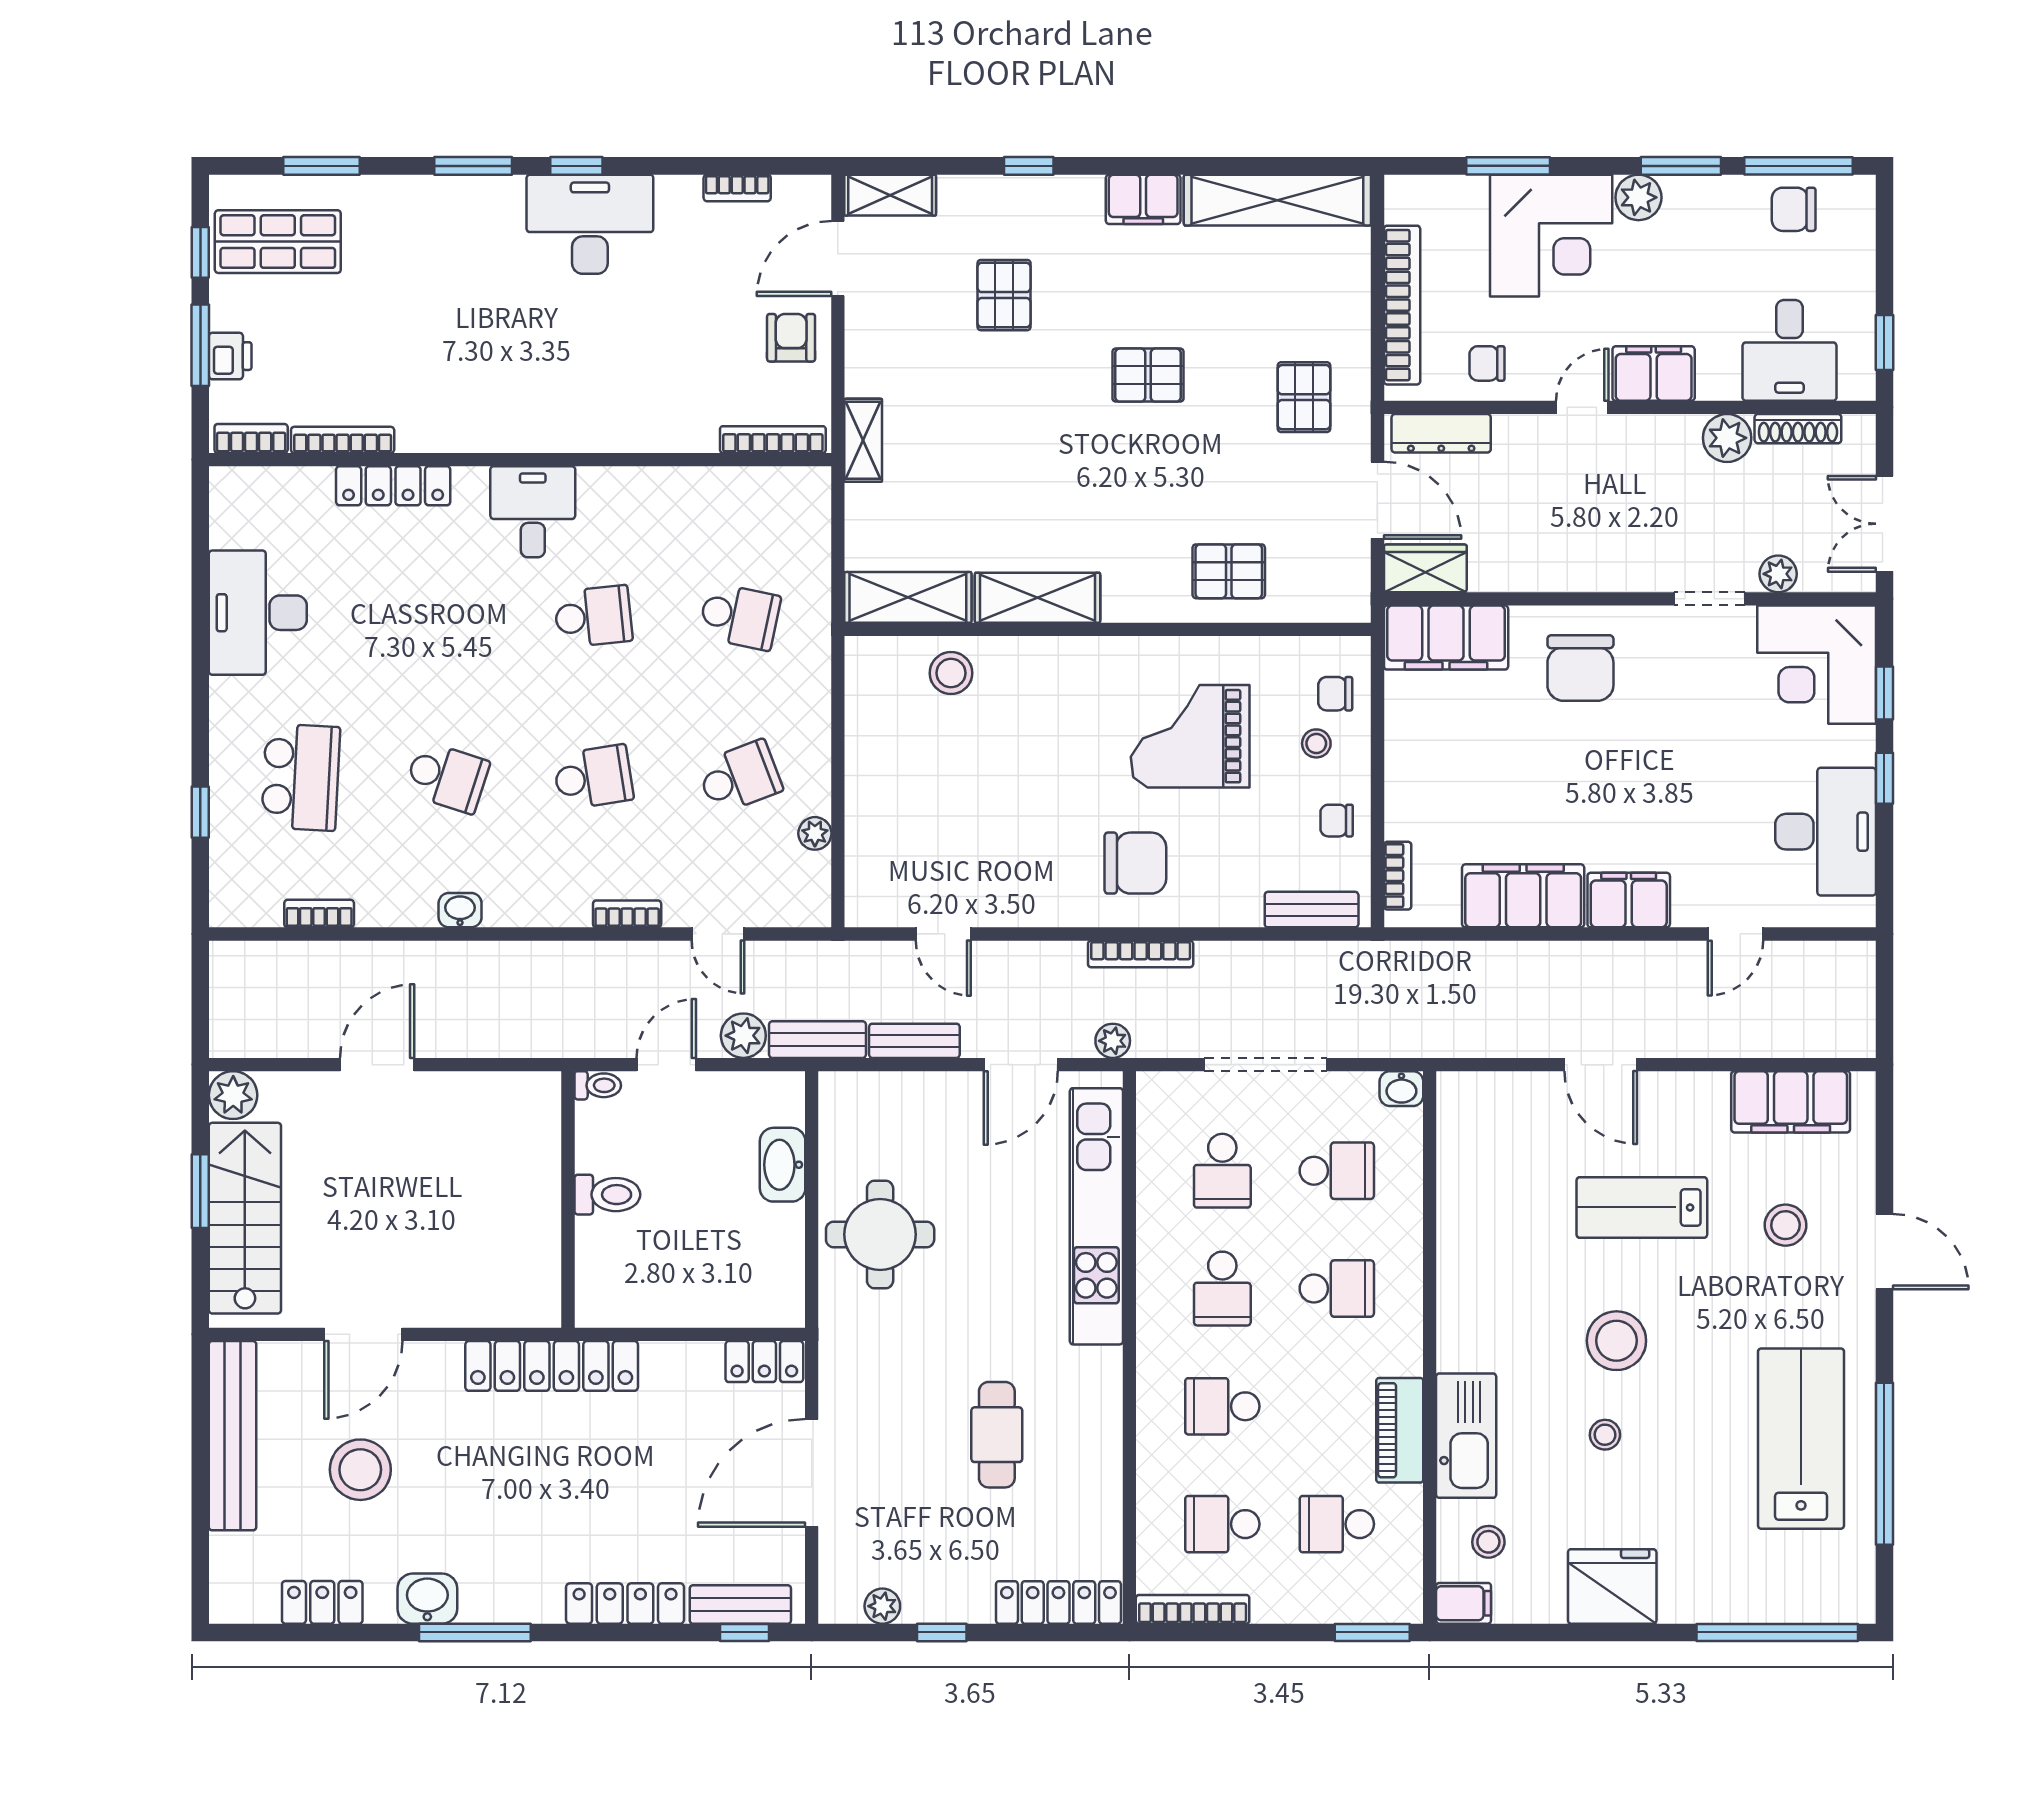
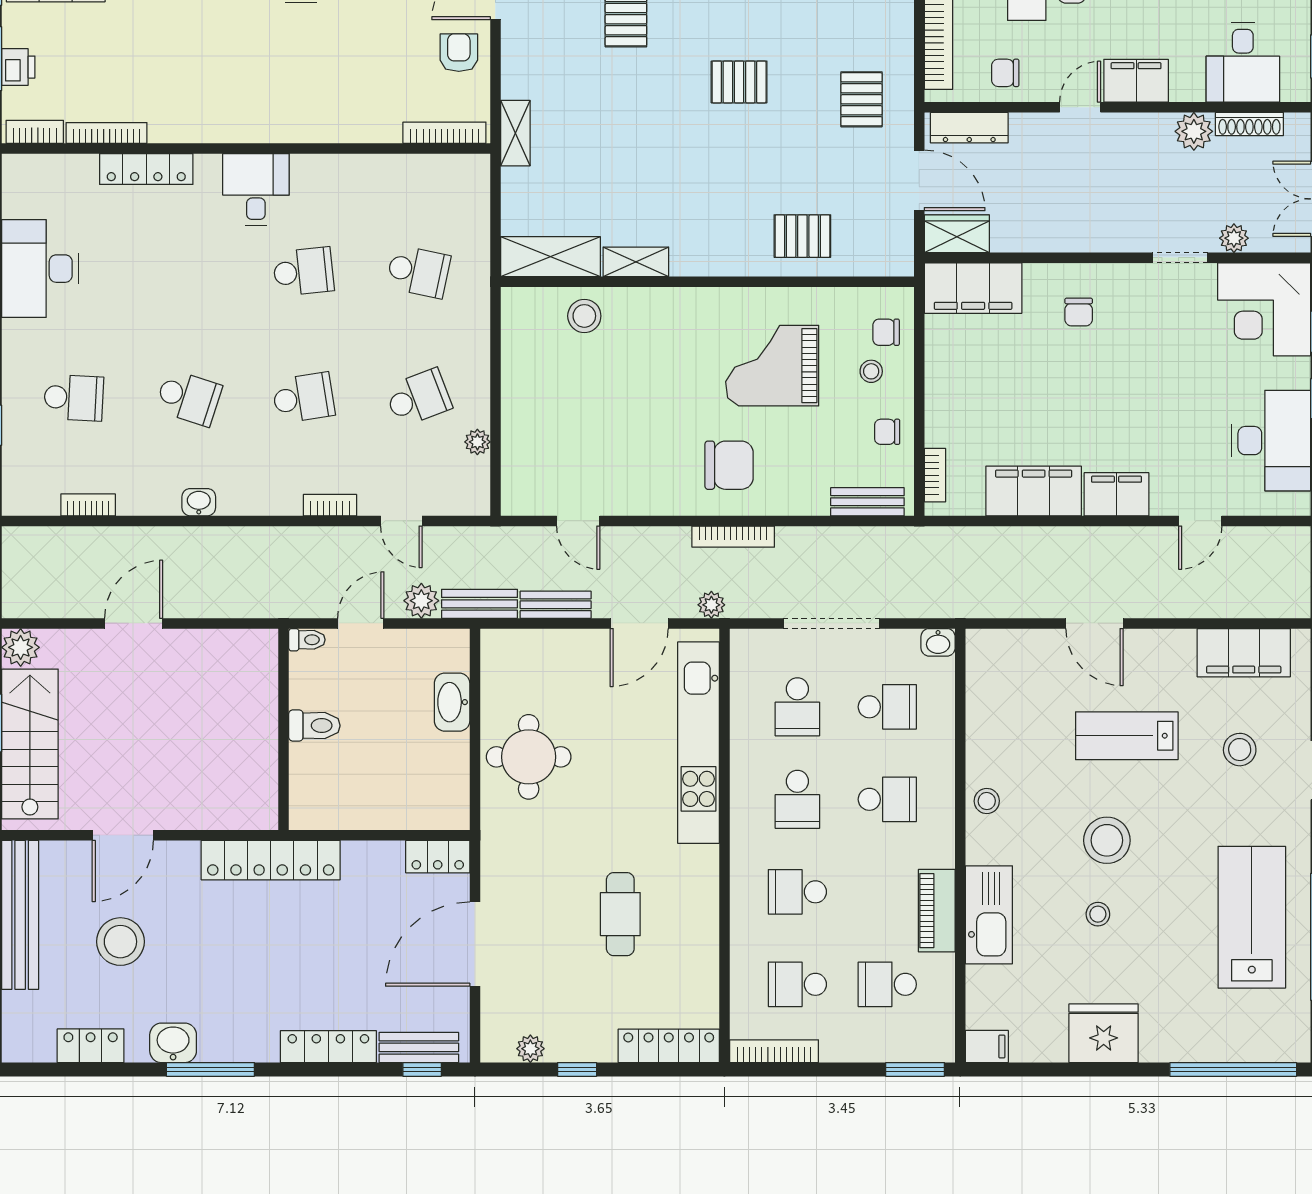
shelving: (1037, 598) -> (636, 262), width x0.67, depth x0.75
chair: (1580, 668) -> (1079, 312), width x0.54, depth x0.54
school desk: (301, 777) -> (74, 398), width x0.54
stool: (1488, 1542) -> (987, 801), moved

